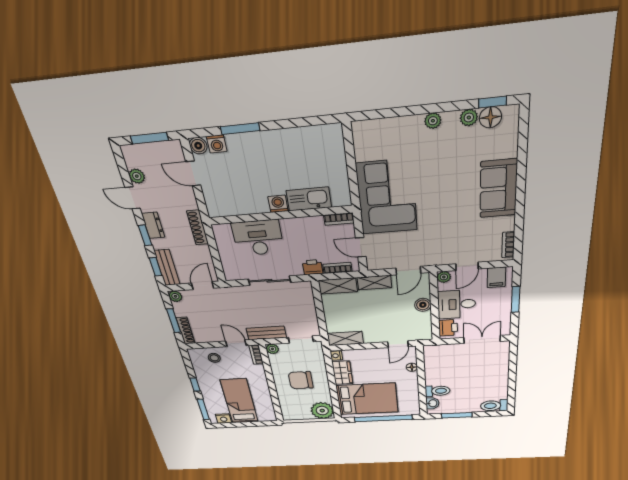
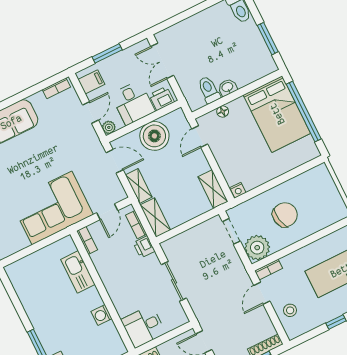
washing machine: (278, 204) -> (102, 315), moved
desk: (258, 238) -> (143, 326), moved, width x0.73
door: (467, 266) -> (90, 112), hinge flipped
boiler: (423, 305) -> (154, 136), width x1.86, depth x1.86
bench: (266, 333) -> (237, 267), removed
door: (398, 344) -> (200, 137), swing flipped
plant: (272, 349) -> (257, 248), width x1.87, depth x1.87
wardrobe: (342, 373) -> (258, 177), removed
chair: (301, 380) -> (285, 215), turned -101
toilet: (438, 391) -> (209, 90), moved
bed: (367, 399) -> (277, 114), moved, turned 180
washbasin: (432, 403) -> (227, 87), moved
plant: (322, 411) -> (319, 179), removed

